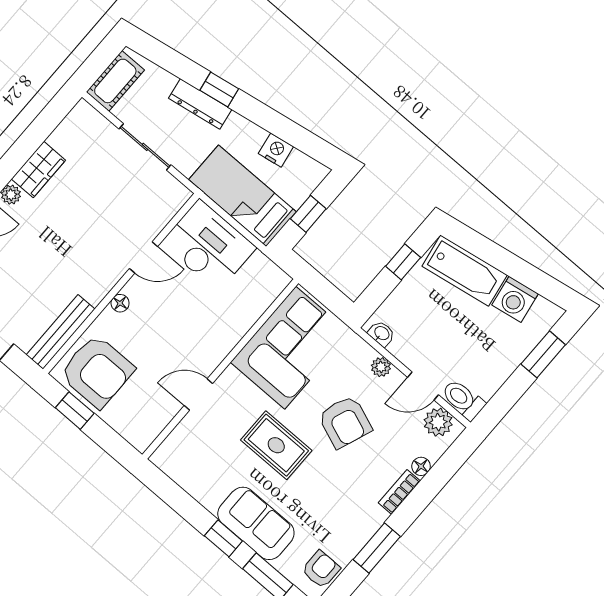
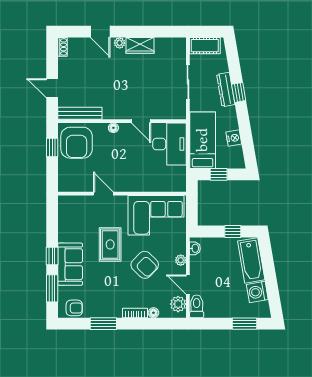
armchair: (345, 422) -> (145, 265), turned -67

